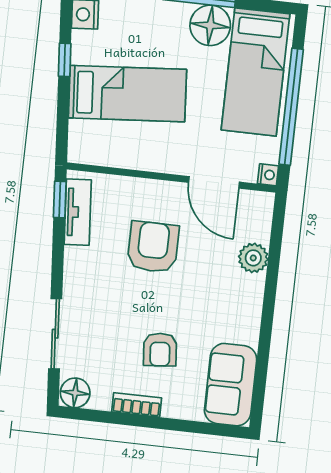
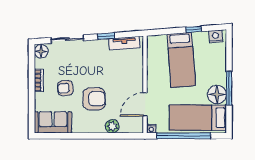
window: (60, 200) -> (106, 36), moved
armchair: (153, 247) -> (94, 99), moved

